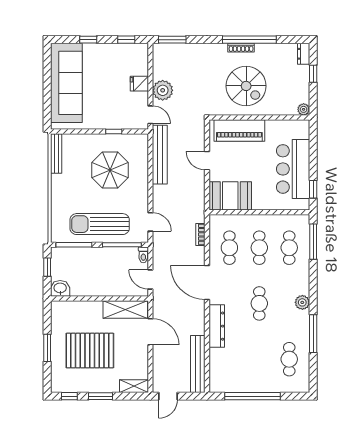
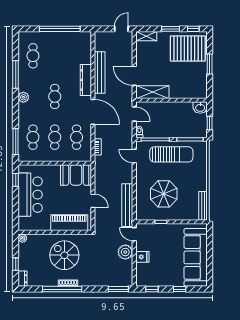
pallet: (90, 351) -> (188, 48), moved
bench: (198, 364) -> (100, 72), moved

